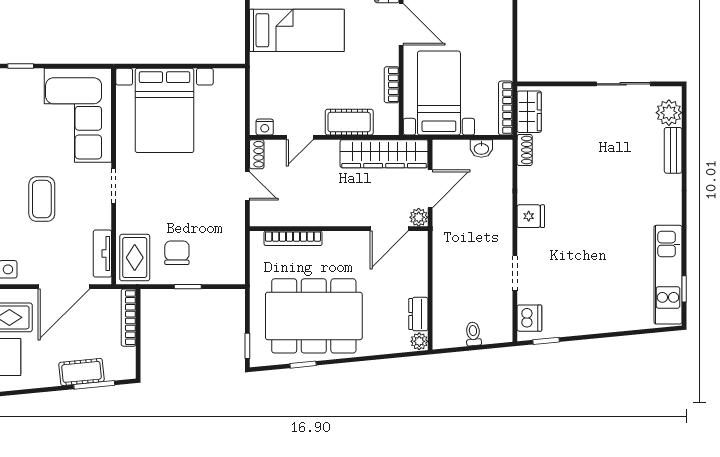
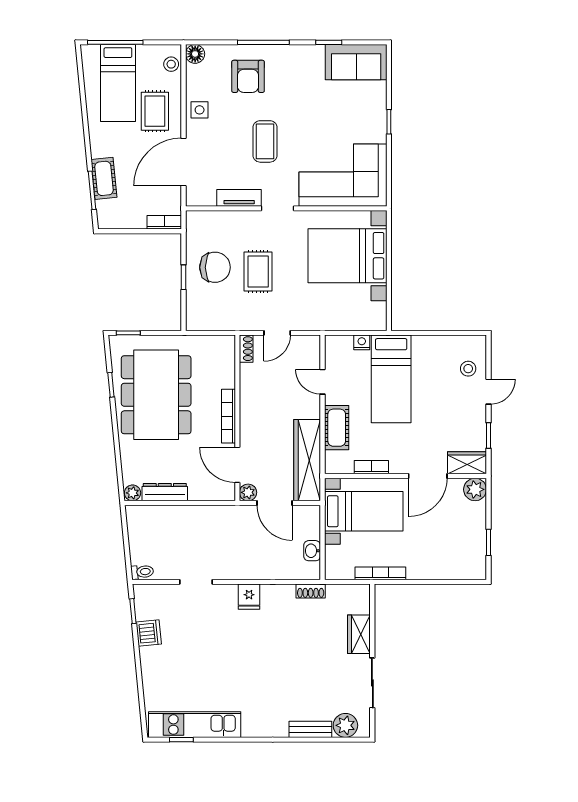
bed: (297, 30) -> (391, 379), moved
bookcase: (506, 108) -> (380, 573), moved
wardrobe: (529, 112) -> (359, 634), moved, turned 90
nightstand: (265, 127) -> (362, 342), moved, turned 90
shoe rack: (257, 154) -> (246, 349), moved, turned -90
coffee table: (42, 199) -> (265, 141), turned 90
bookcase: (293, 238) -> (228, 416), moved
chair: (177, 253) -> (215, 267), width x1.37, depth x1.37
tv unit: (102, 254) -> (239, 198), moved
rug: (135, 258) -> (258, 272), moved, turned 90
door: (64, 287) -> (183, 162), hinge flipped
dresser: (418, 314) -> (165, 492), width x1.44
bookcase: (129, 318) -> (164, 222), width x0.64
dishwasher: (529, 318) -> (149, 633), moved, turned -96
toilet: (473, 334) -> (142, 572), moved

